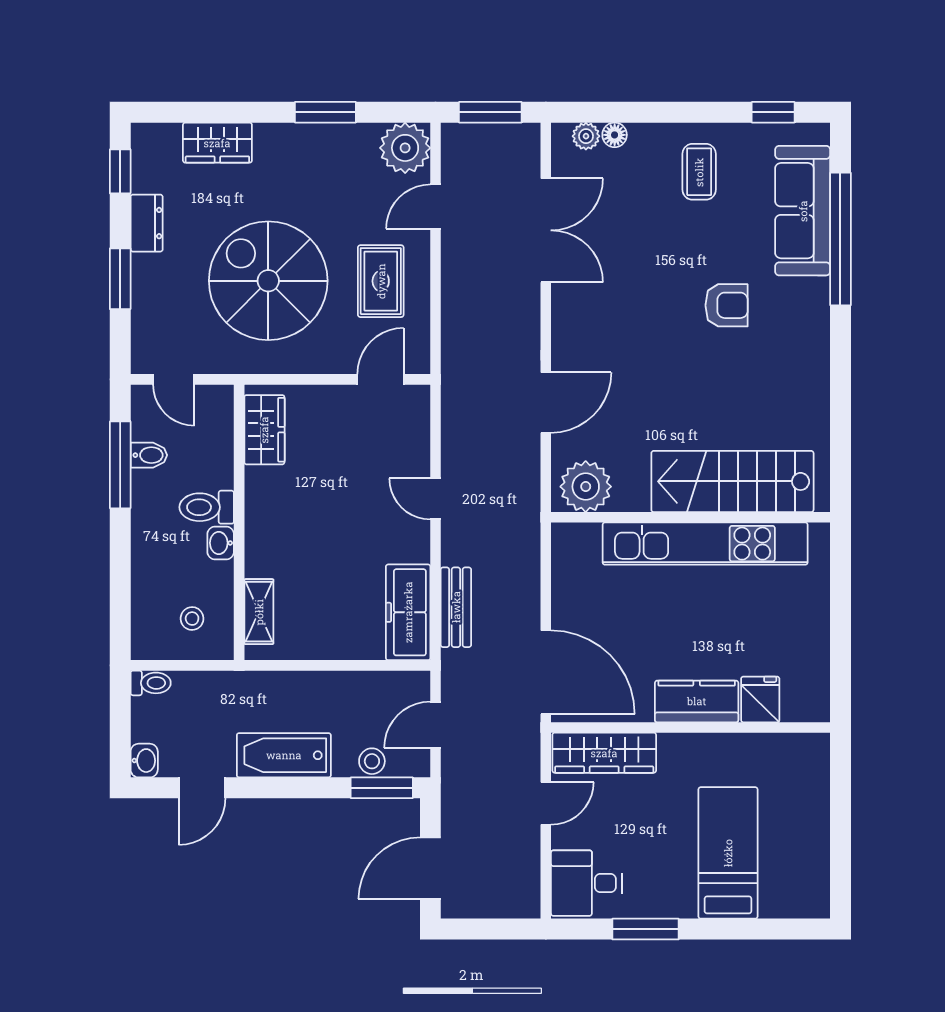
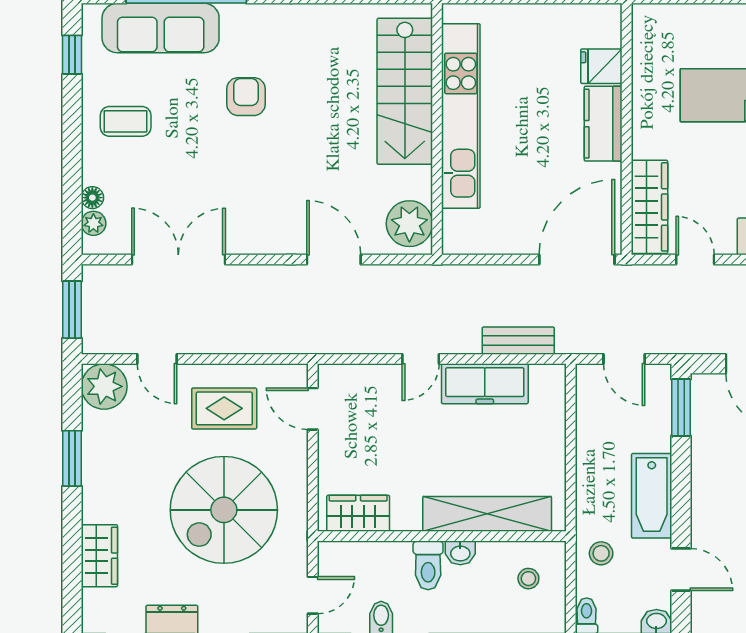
shelving: (259, 612) -> (487, 514), width x2.20, depth x1.33
freezer: (408, 612) -> (485, 384), moved
stool: (372, 761) -> (601, 553), moved

